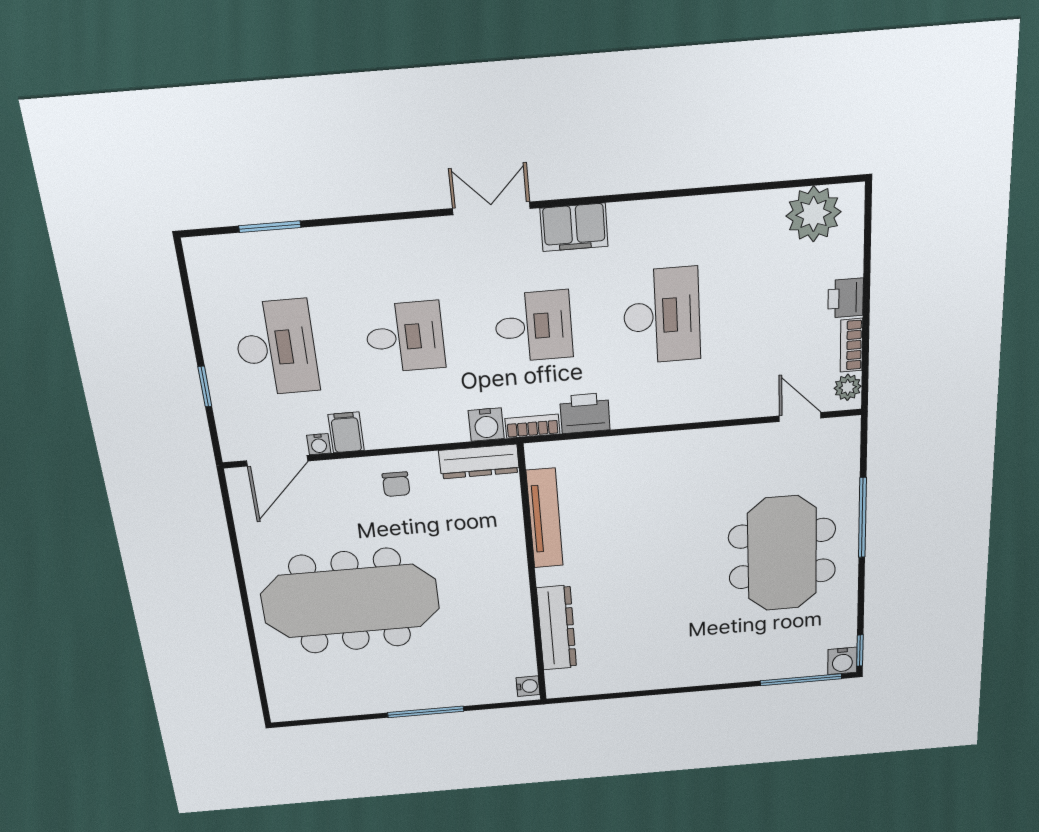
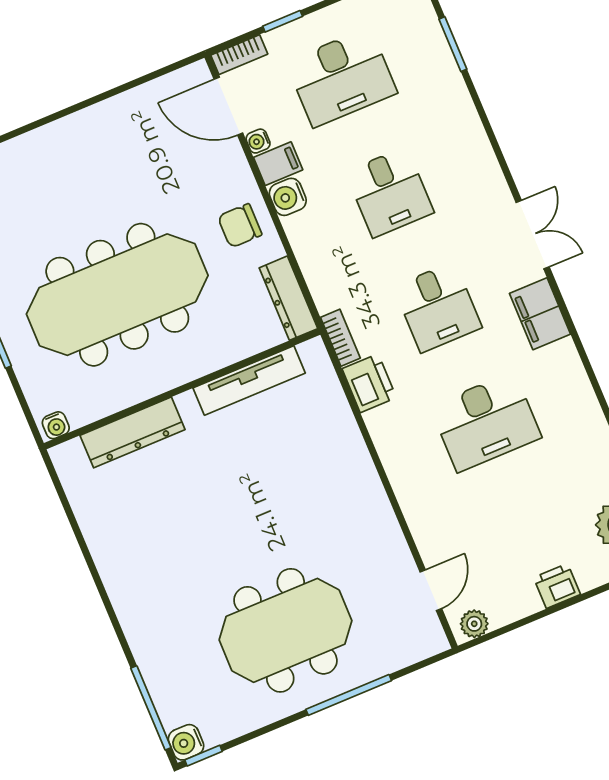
bookcase: (851, 345) -> (239, 55), moved, turned 180
water cooler: (486, 425) -> (288, 197), moved
chair: (396, 484) -> (240, 226), width x1.37, depth x1.37
meeting table: (350, 601) -> (117, 295), moved, turned 90

